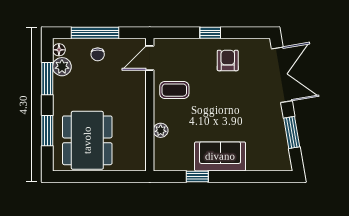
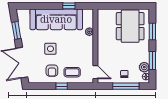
door: (150, 58) -> (95, 72), hinge flipped
coffee table: (174, 90) -> (72, 72), moved
side table: (230, 100) -> (50, 49), added
sofa: (220, 156) -> (56, 19), width x1.85, depth x1.27

